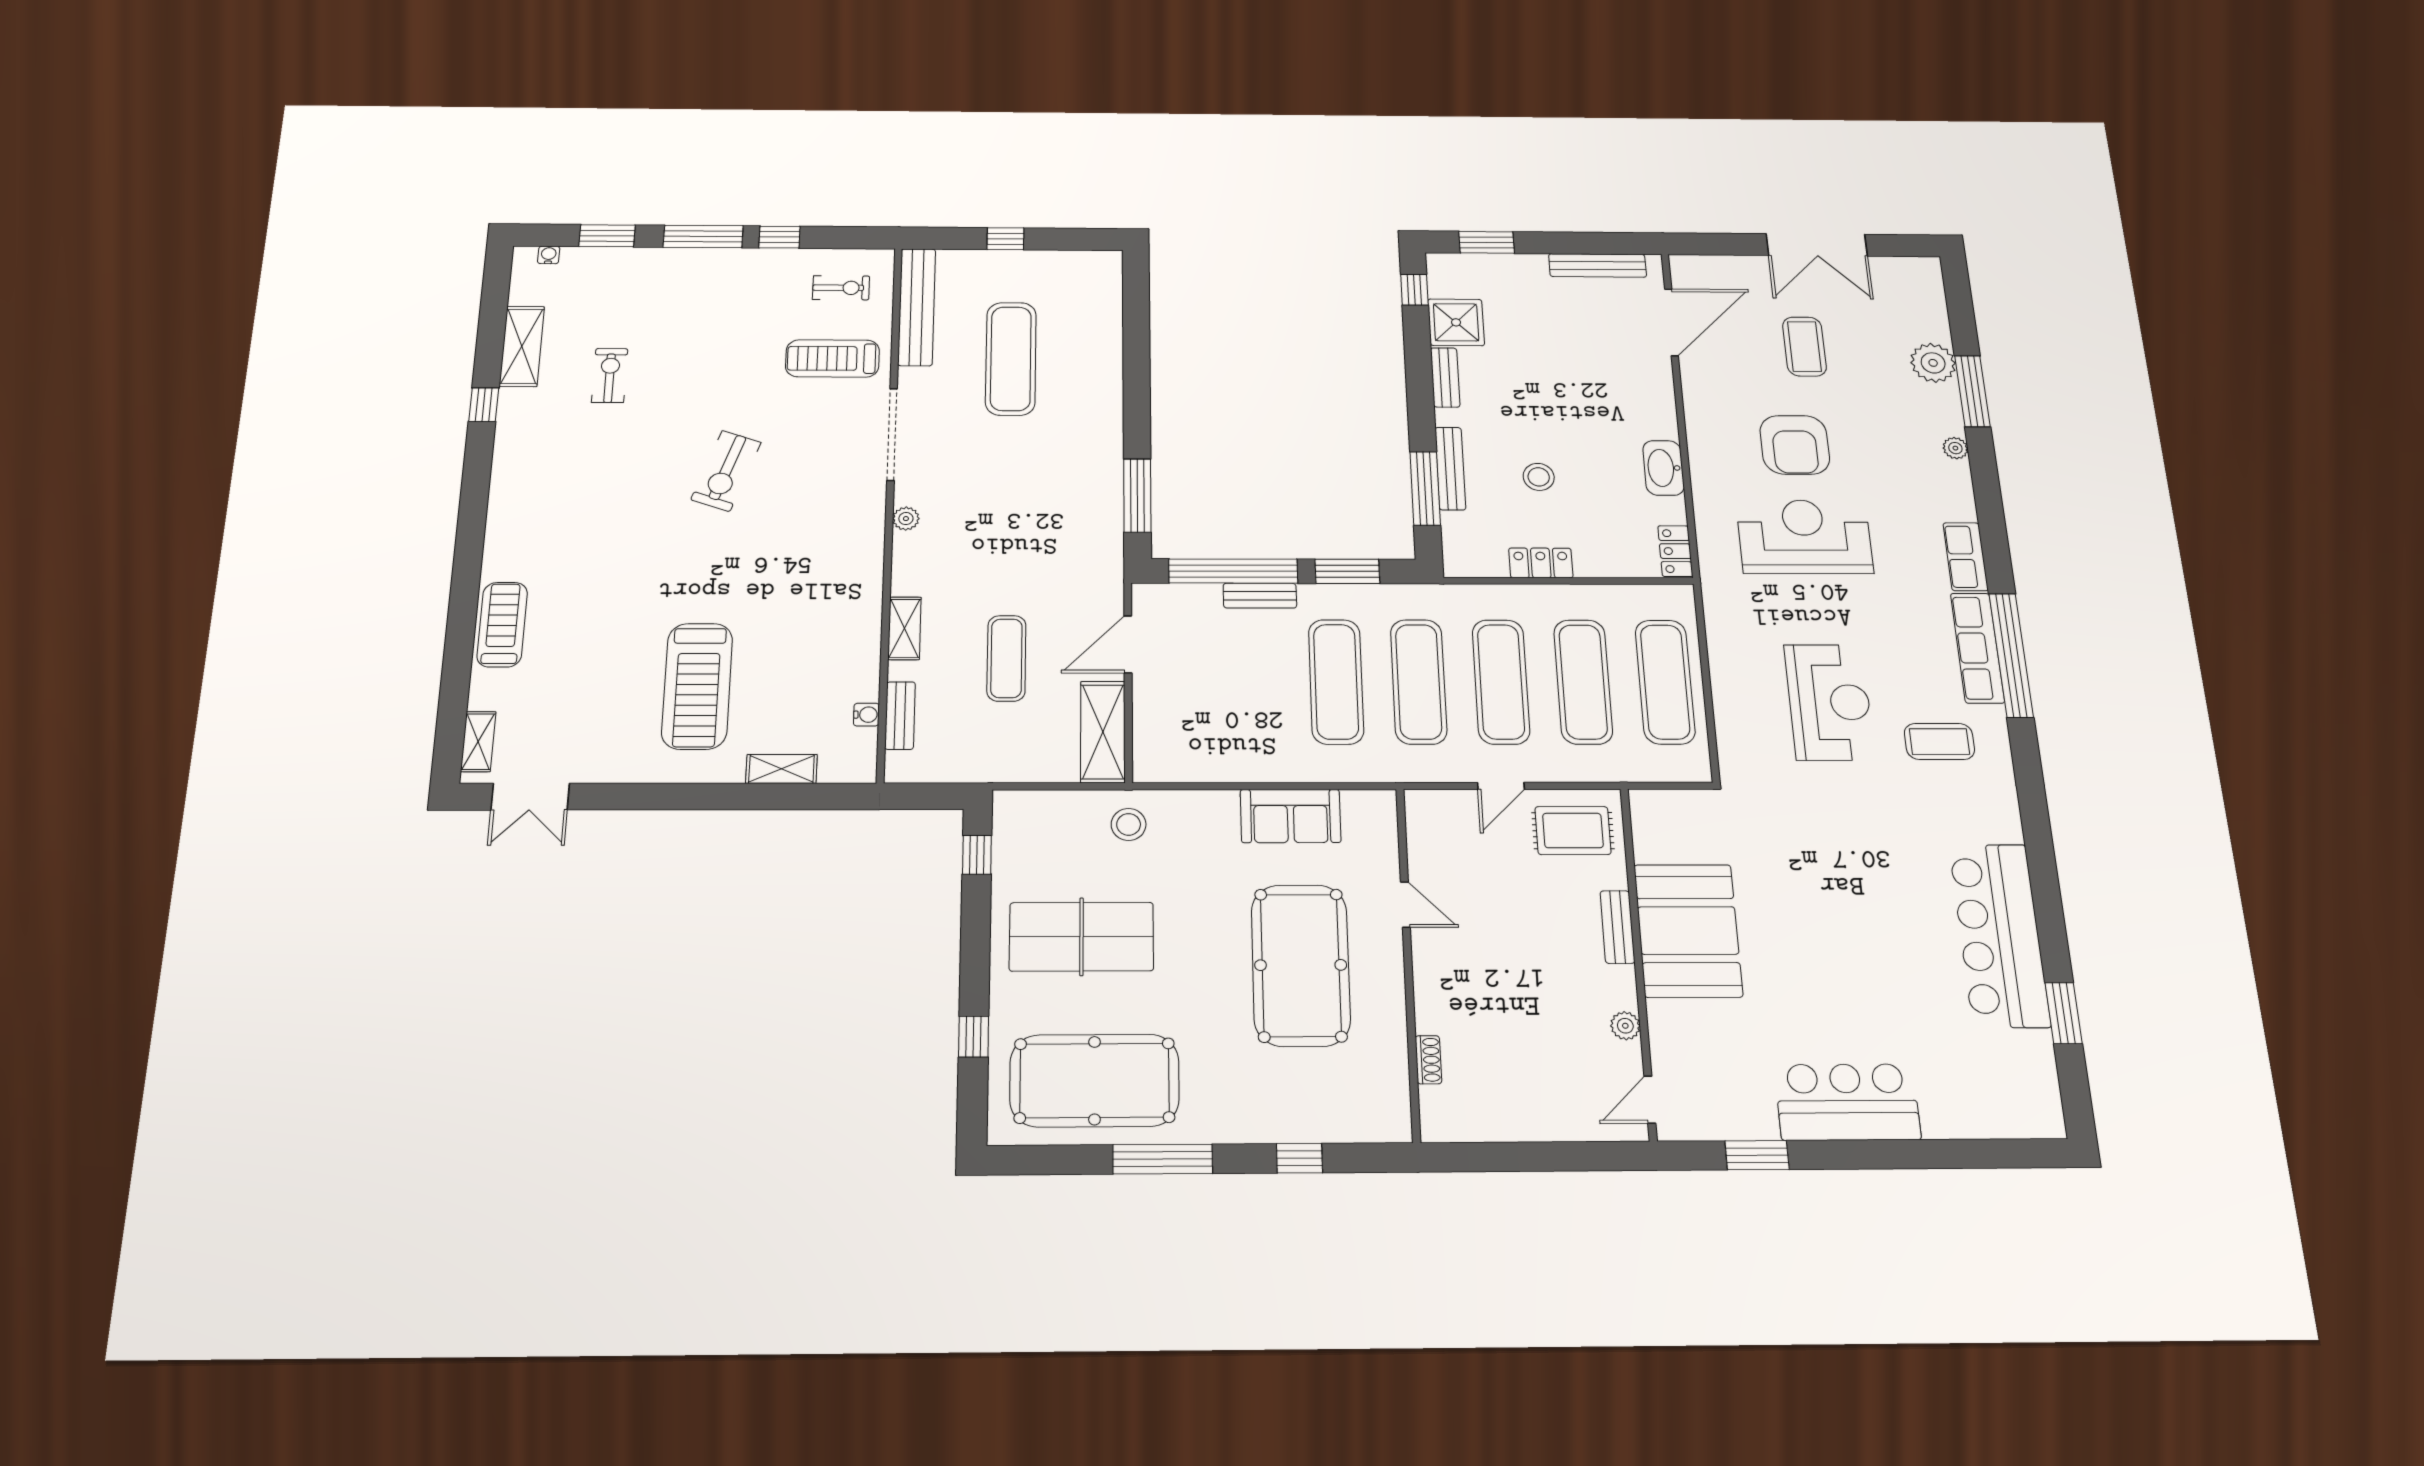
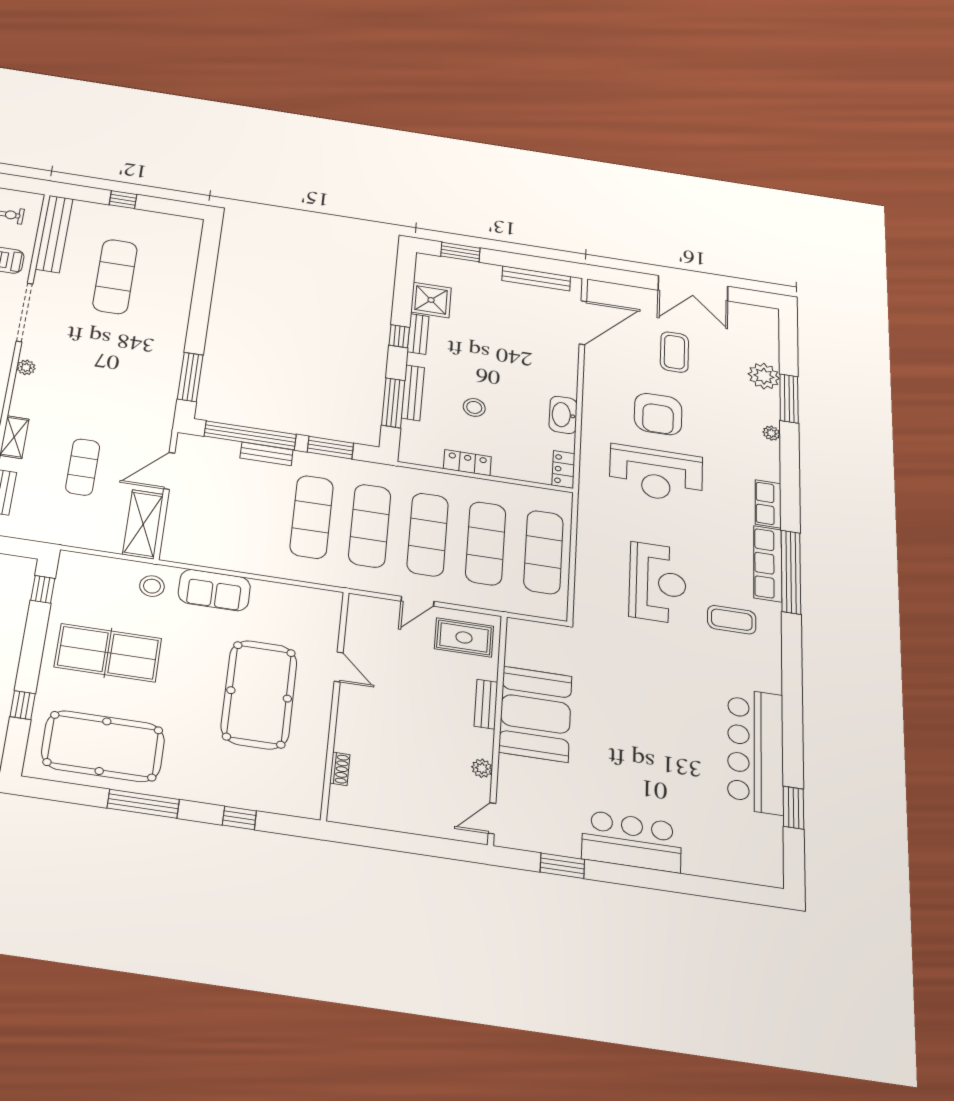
window: (1414, 290) -> (399, 336), moved
reception desk: (1805, 537) -> (656, 474), turned 180
sofa: (1291, 816) -> (214, 590), moved

